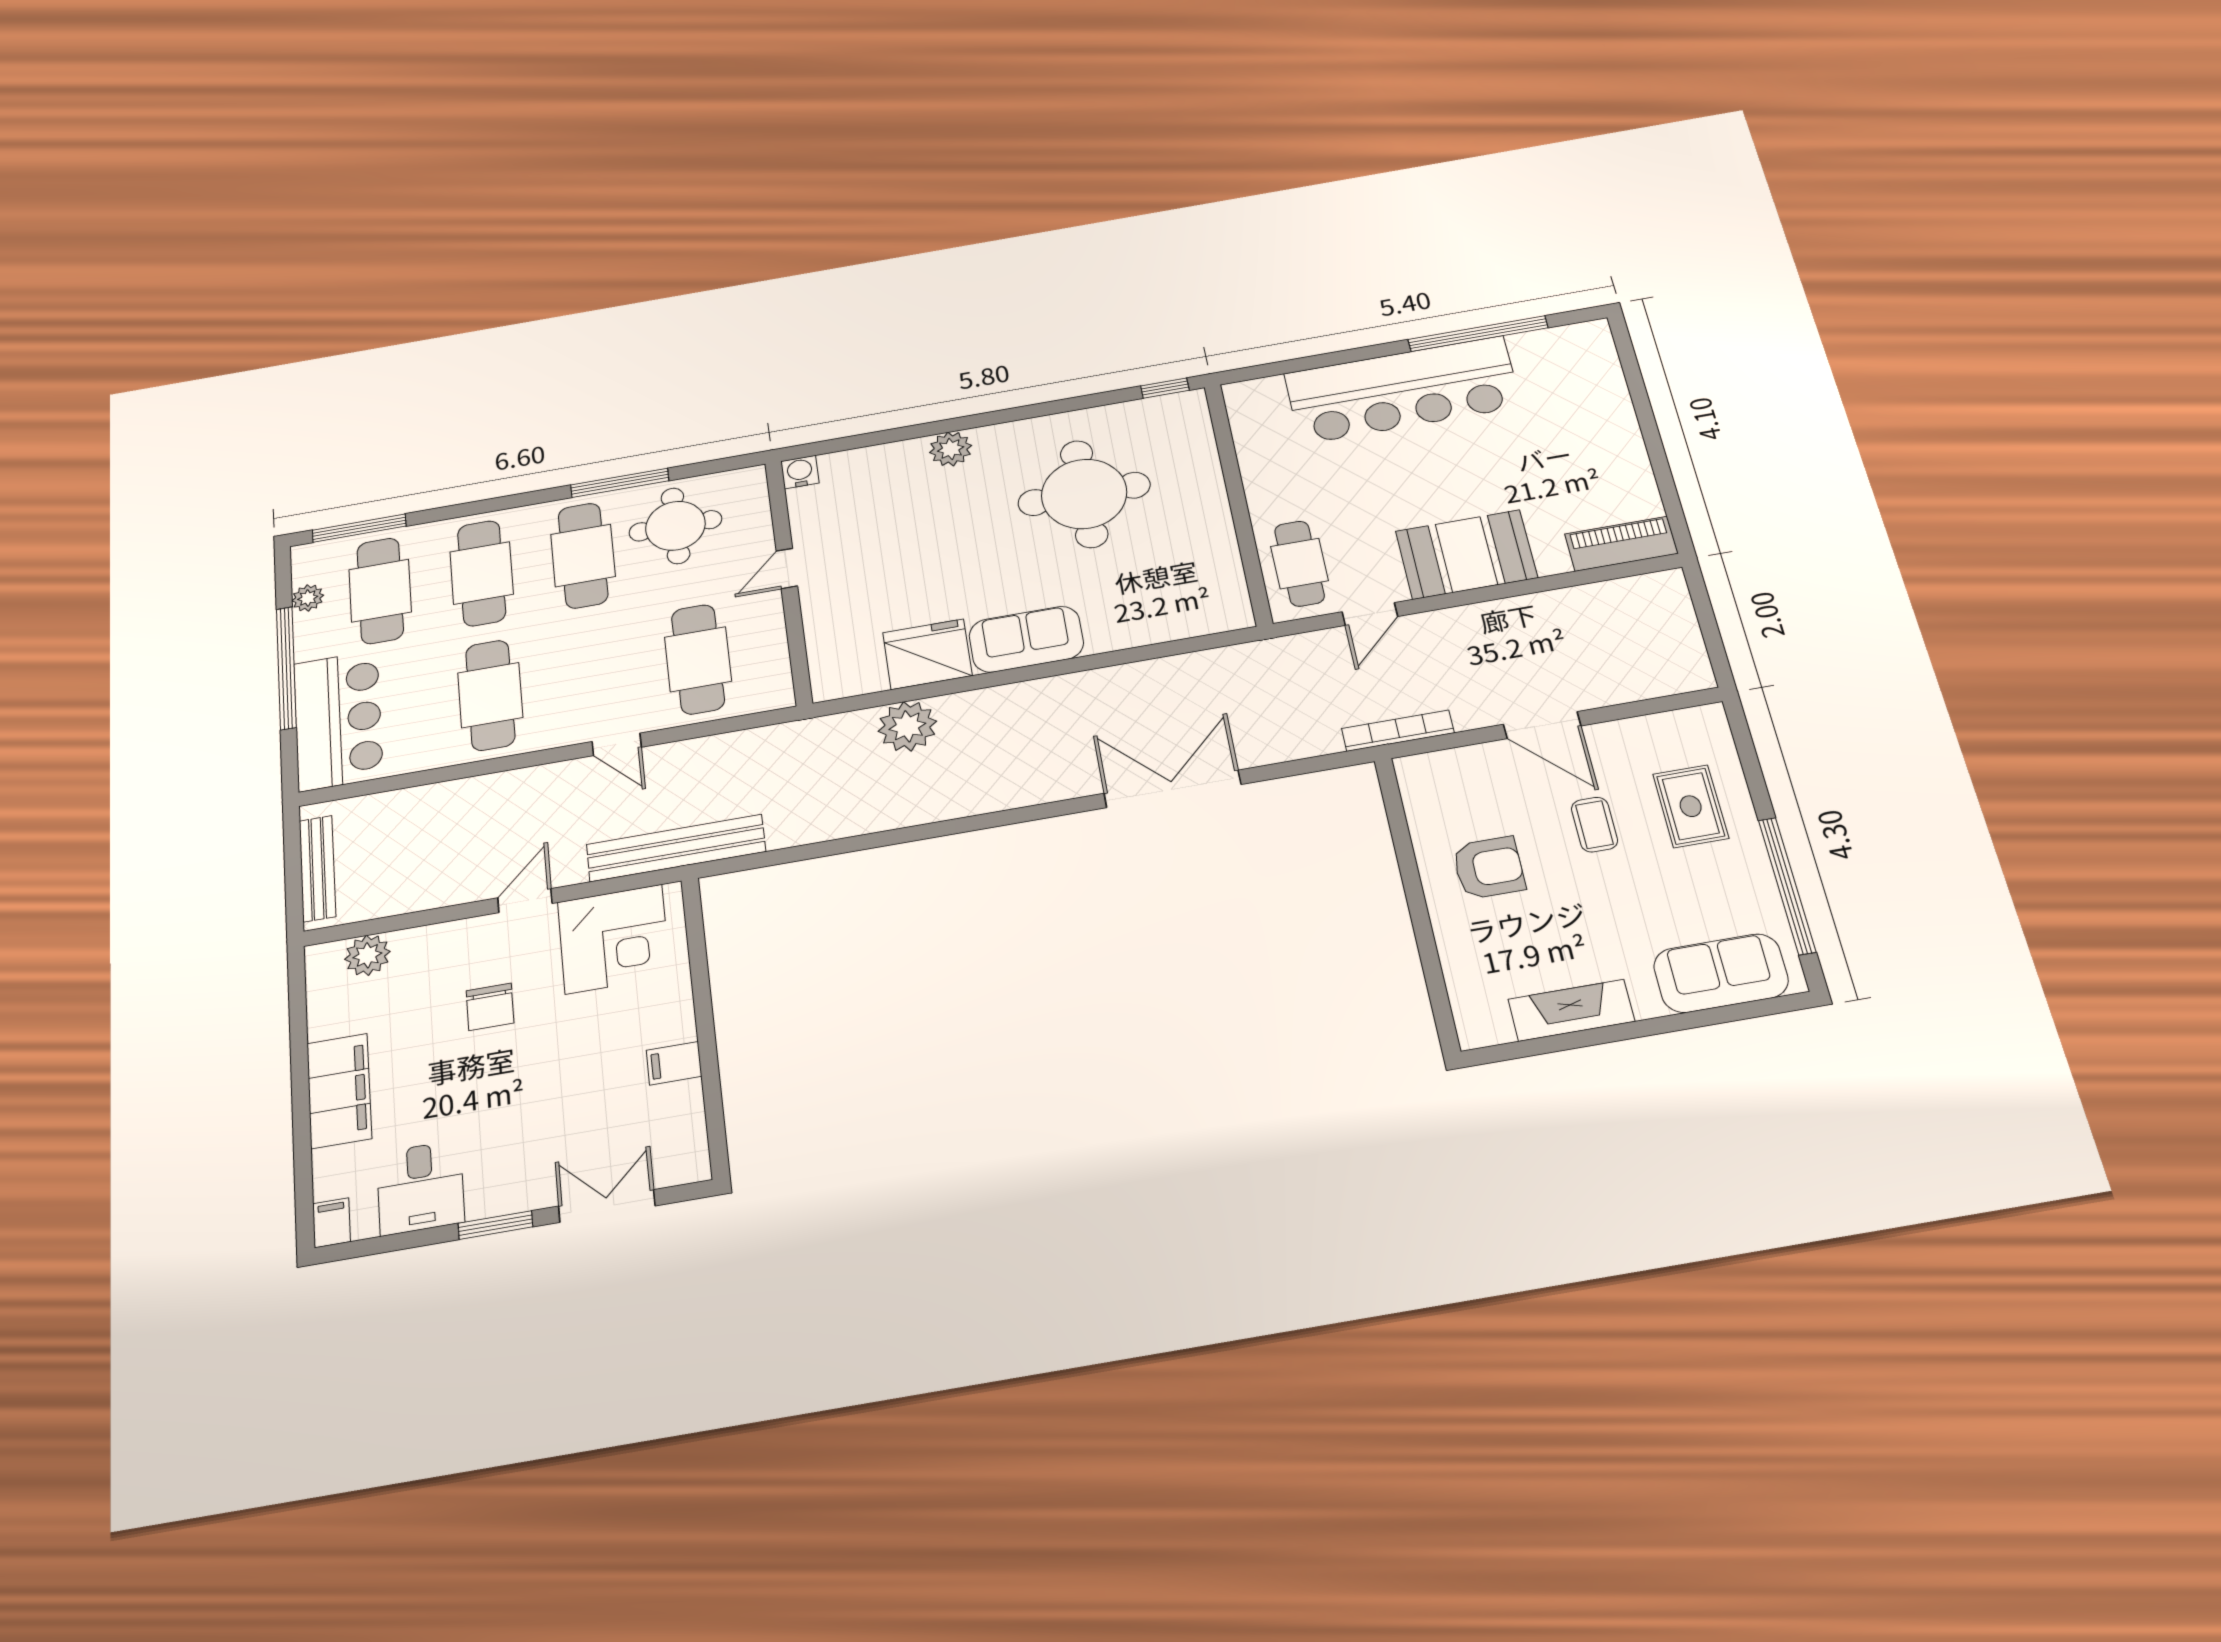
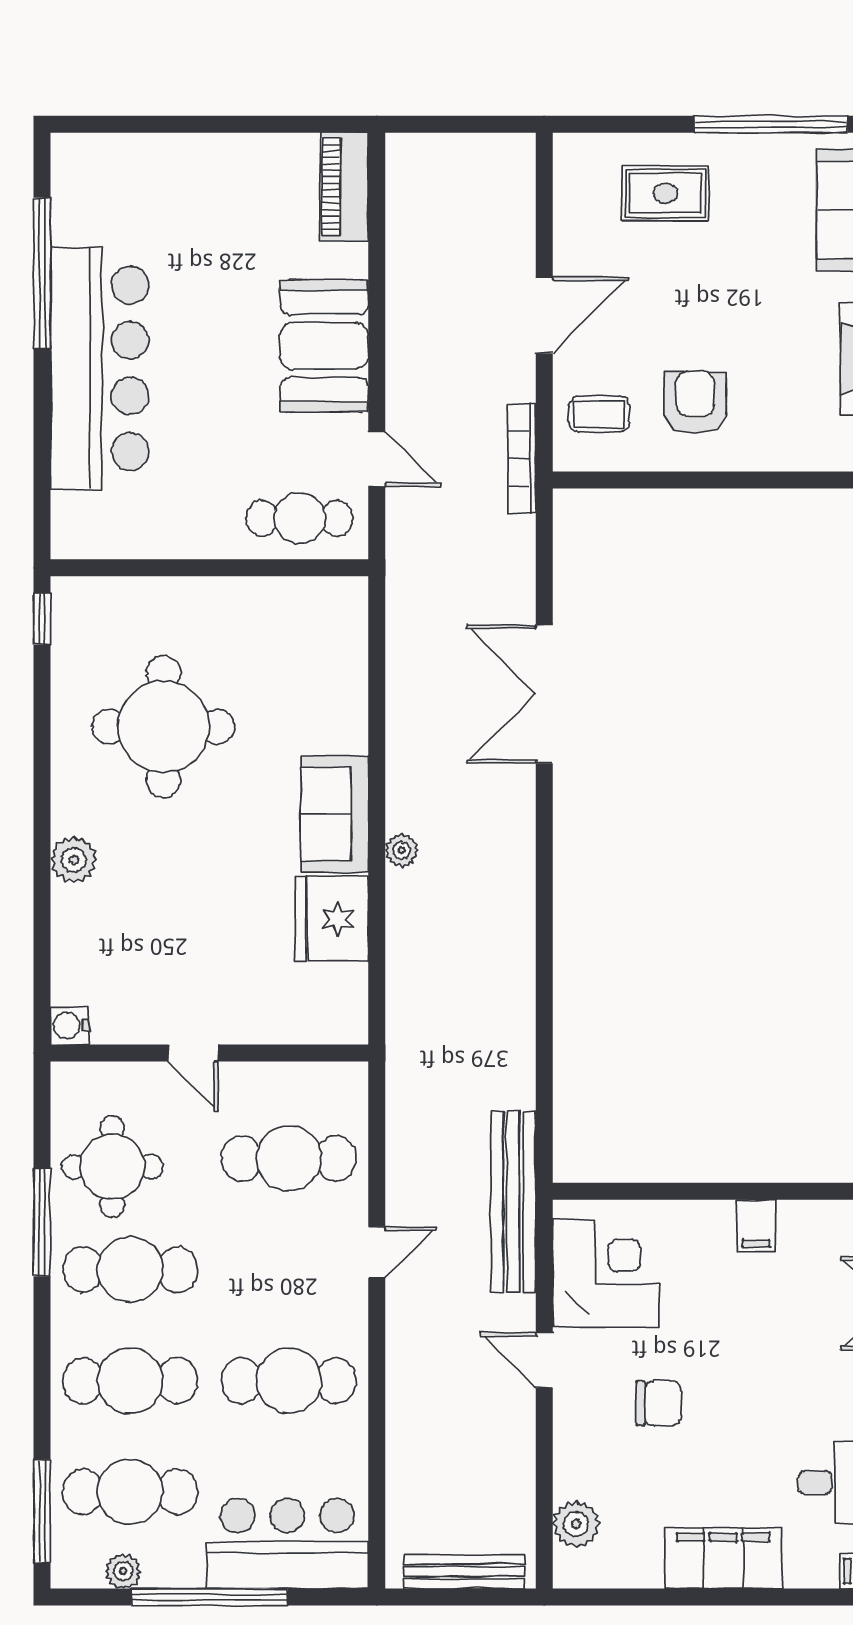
plant: (907, 726) -> (402, 850), moved, width x0.53, depth x0.53
coffee table: (1594, 825) -> (599, 414), moved

